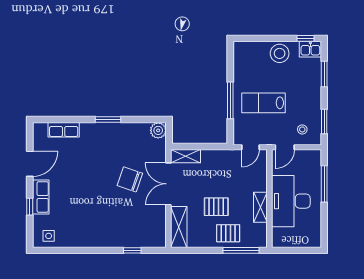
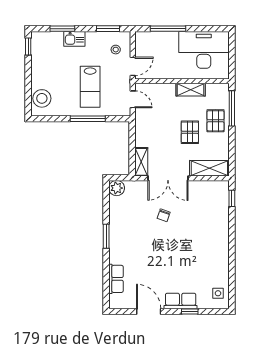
kitchen sink: (310, 49) -> (74, 39), moved, turned 90
stool: (280, 53) -> (42, 98), moved
door: (285, 147) -> (133, 66), hinge flipped
chair: (130, 179) -> (164, 215), width x0.54, depth x0.54
desk: (291, 201) -> (204, 50), moved, turned 180
window: (132, 250) -> (232, 198), moved

